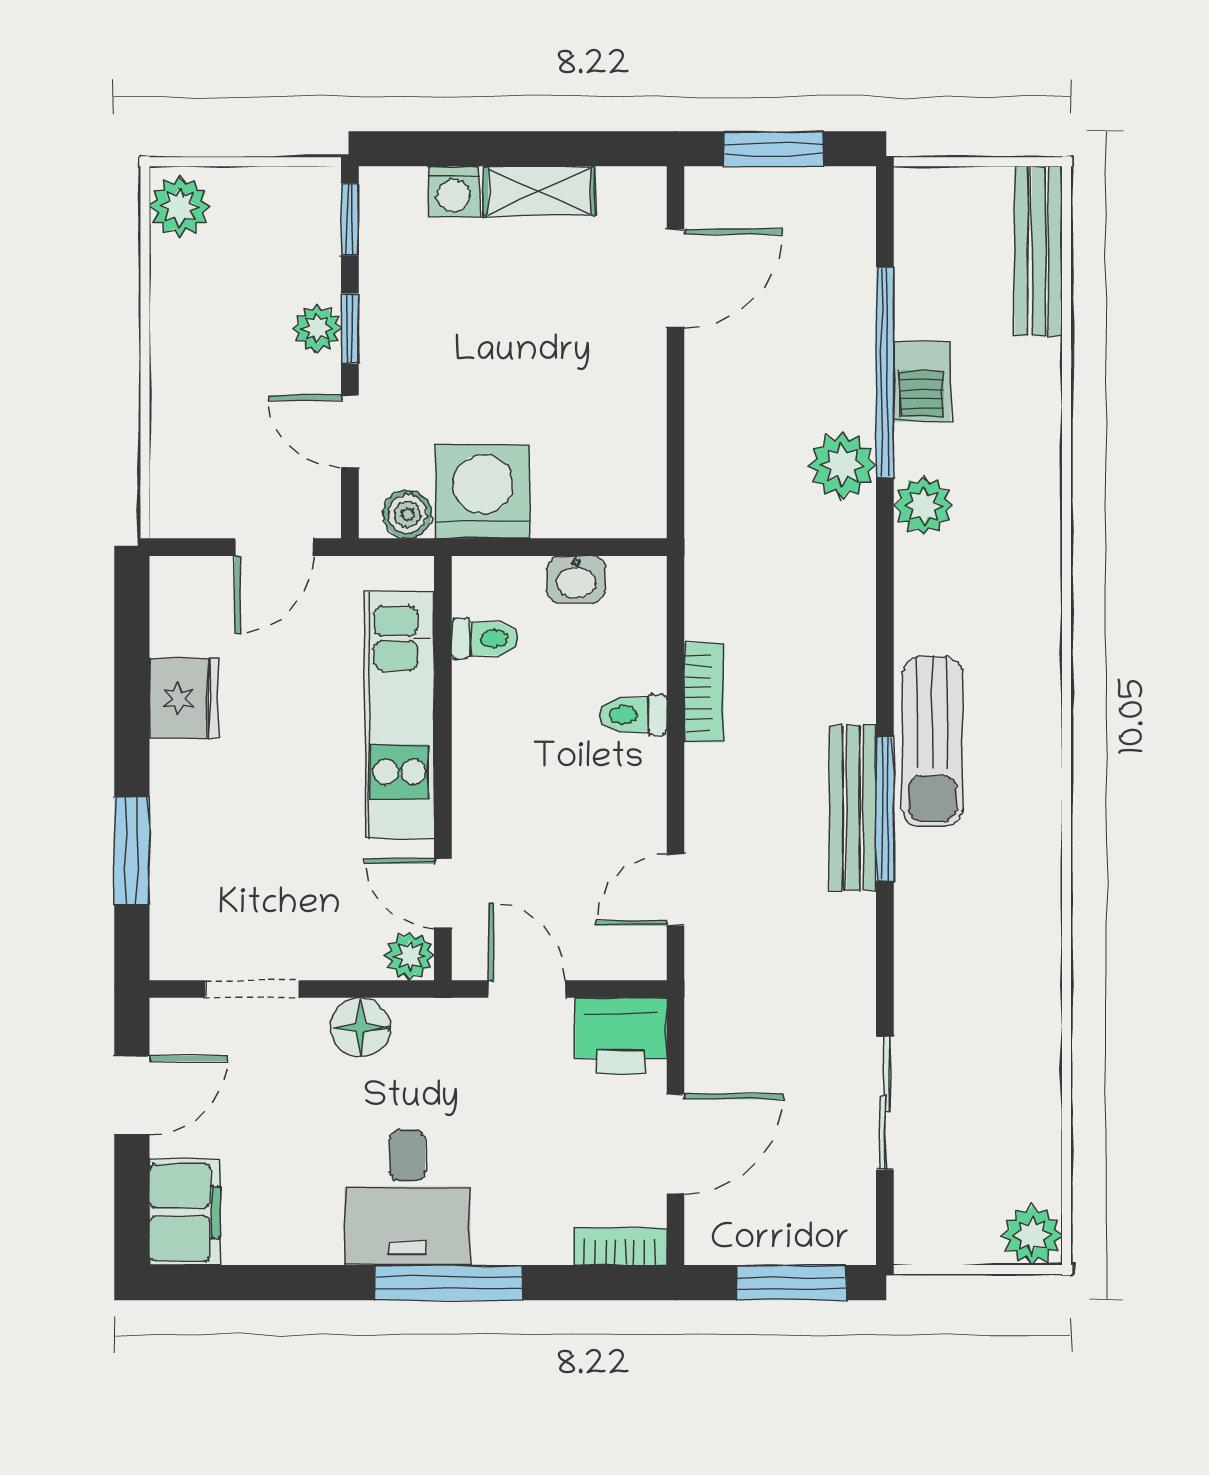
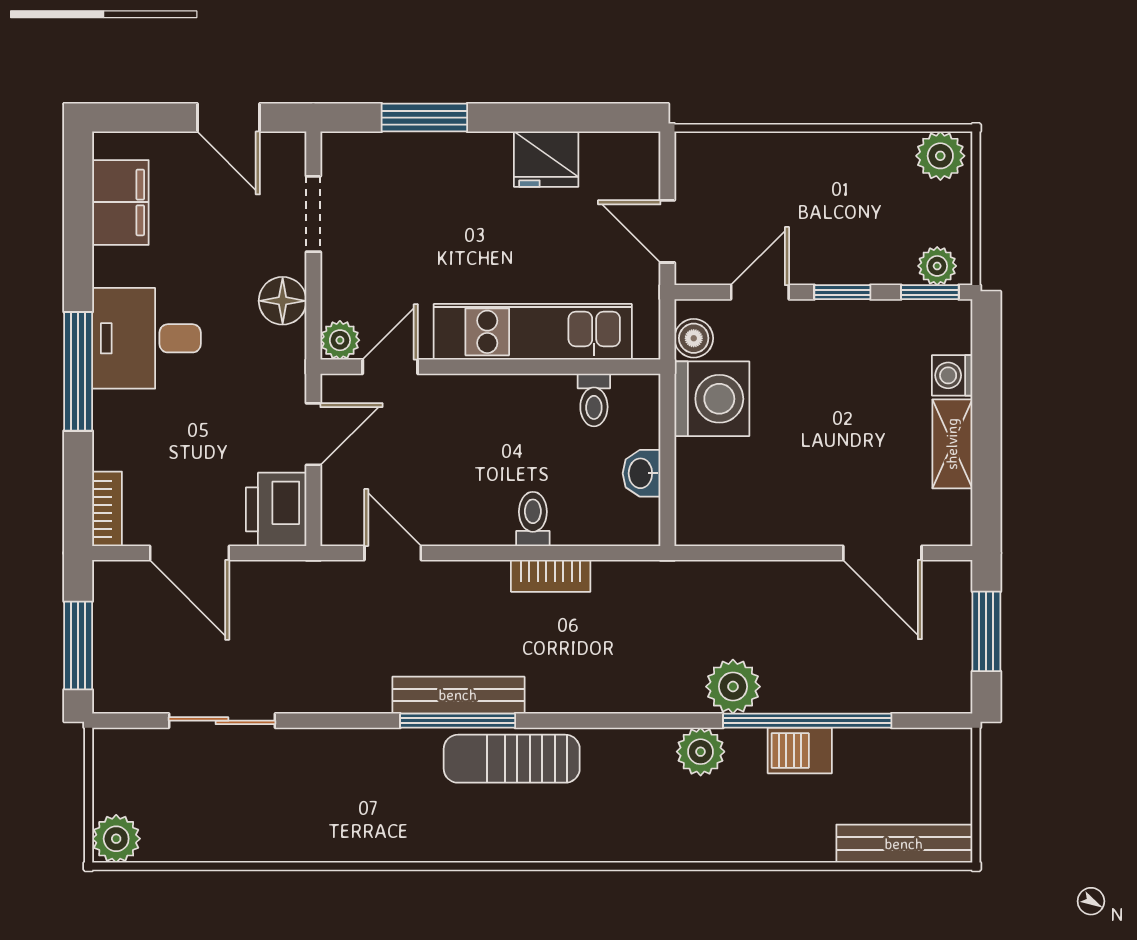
plant: (317, 329) -> (937, 266), moved
filing cabinet: (185, 1212) -> (120, 202), moved, turned -90

